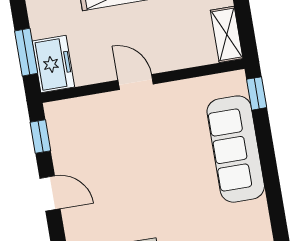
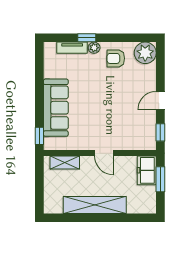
shelving: (227, 34) -> (65, 162), moved, turned 90
door: (50, 193) -> (160, 101), hinge flipped

